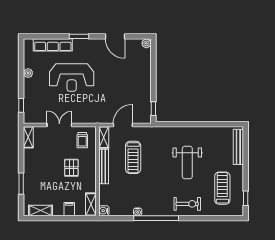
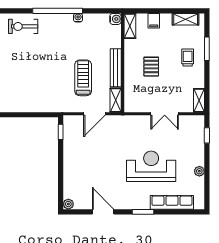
trolley: (82, 140) -> (188, 58), moved
weight bench: (187, 162) -> (23, 72), removed

